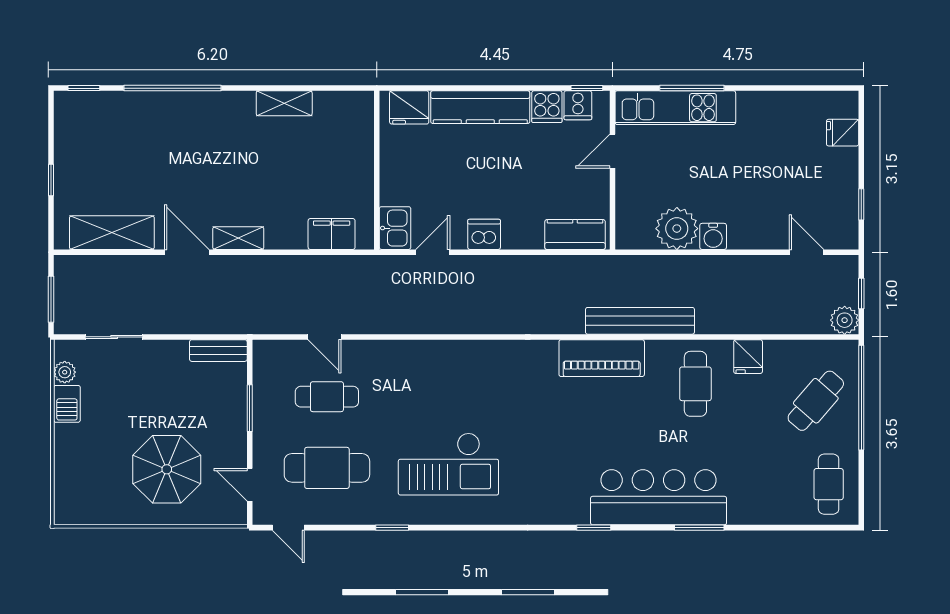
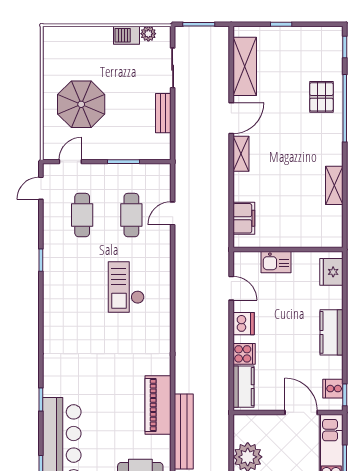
kitchen counter: (480, 107) -> (332, 332), width x0.67
cooker: (547, 107) -> (244, 354), moved, turned 180
pallet: (156, 122) -> (321, 97), added
door: (612, 151) -> (301, 412), width x1.38
kitchen sink: (395, 228) -> (276, 262), moved
bench: (218, 351) -> (163, 113), moved
checkout: (448, 464) -> (126, 287), moved, width x0.73, depth x0.83
cafe table: (327, 468) -> (82, 215), width x0.73, depth x0.74

